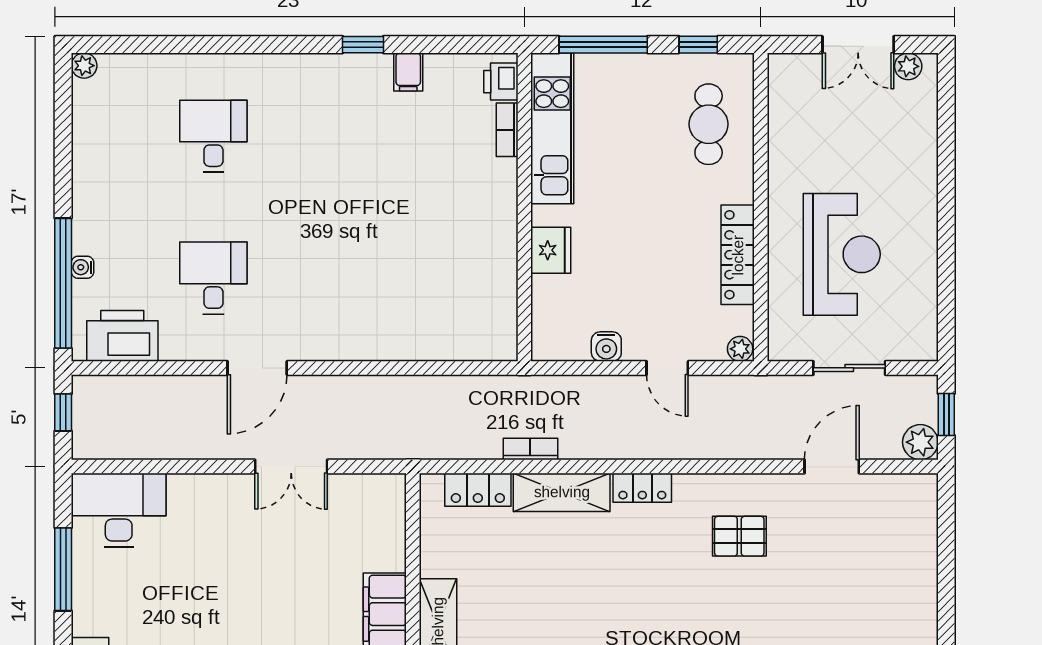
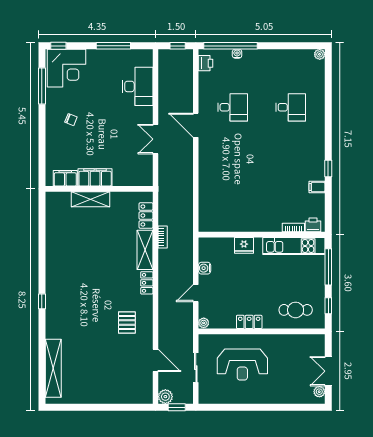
locker: (738, 255) -> (249, 322), width x0.66
printer: (122, 336) -> (206, 63), width x0.53, depth x0.68
desk: (119, 510) -> (138, 86), moved

